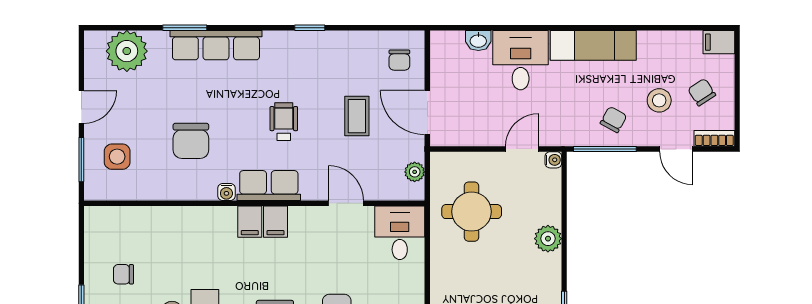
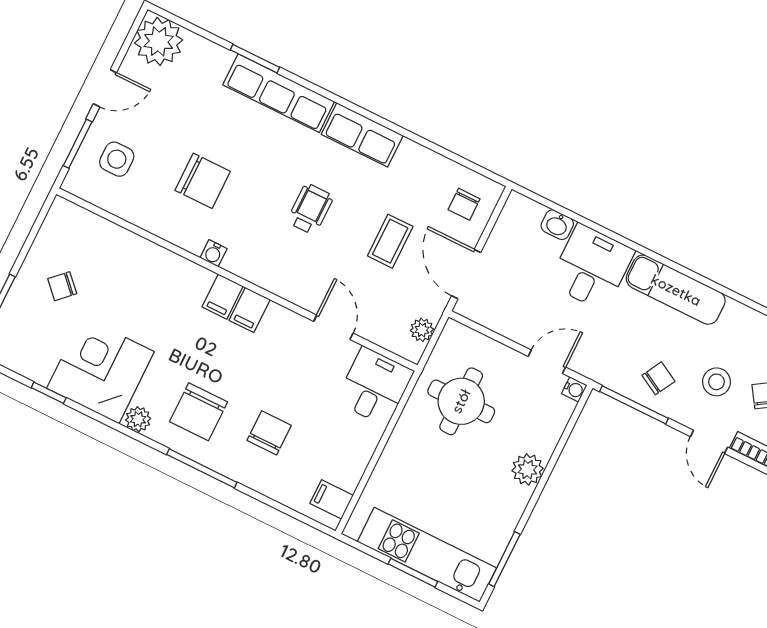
window: (310, 28) -> (386, 124), removed
plant: (127, 51) -> (159, 41), moved
chair: (191, 141) -> (203, 181), turned -90
row of seats: (269, 186) -> (362, 135), moved, turned 180
chair: (123, 274) -> (62, 286), turned -44

